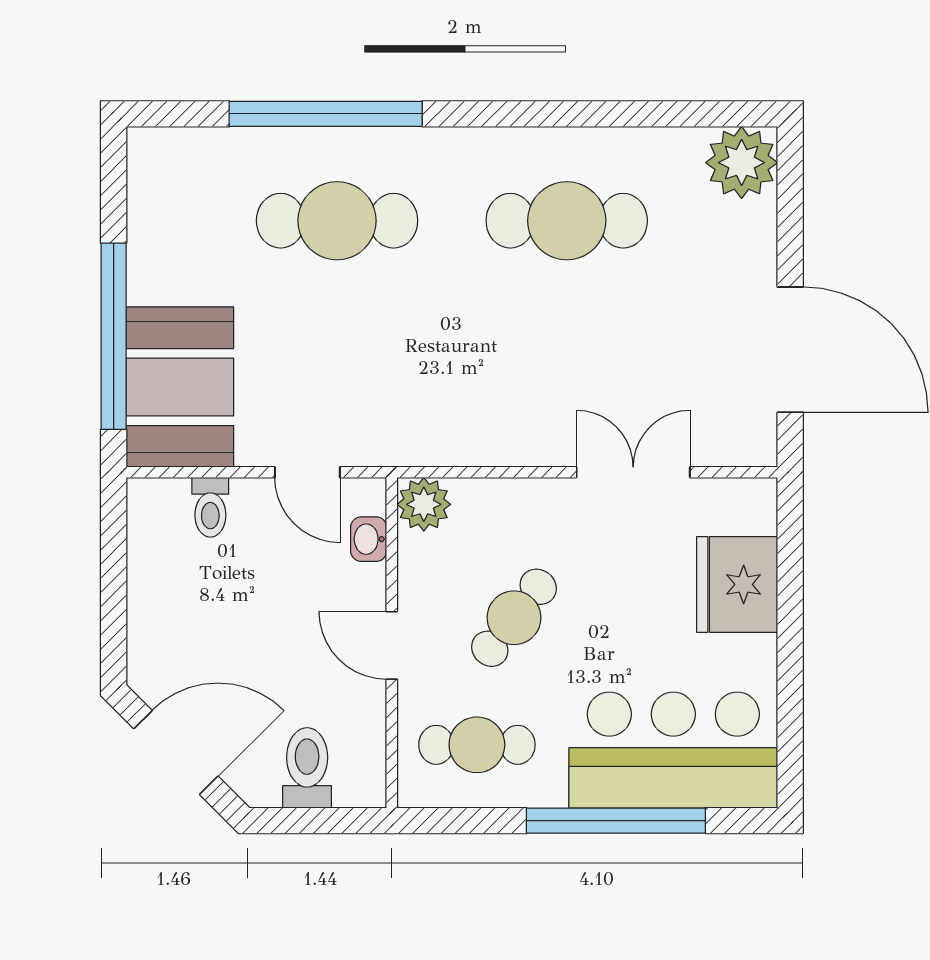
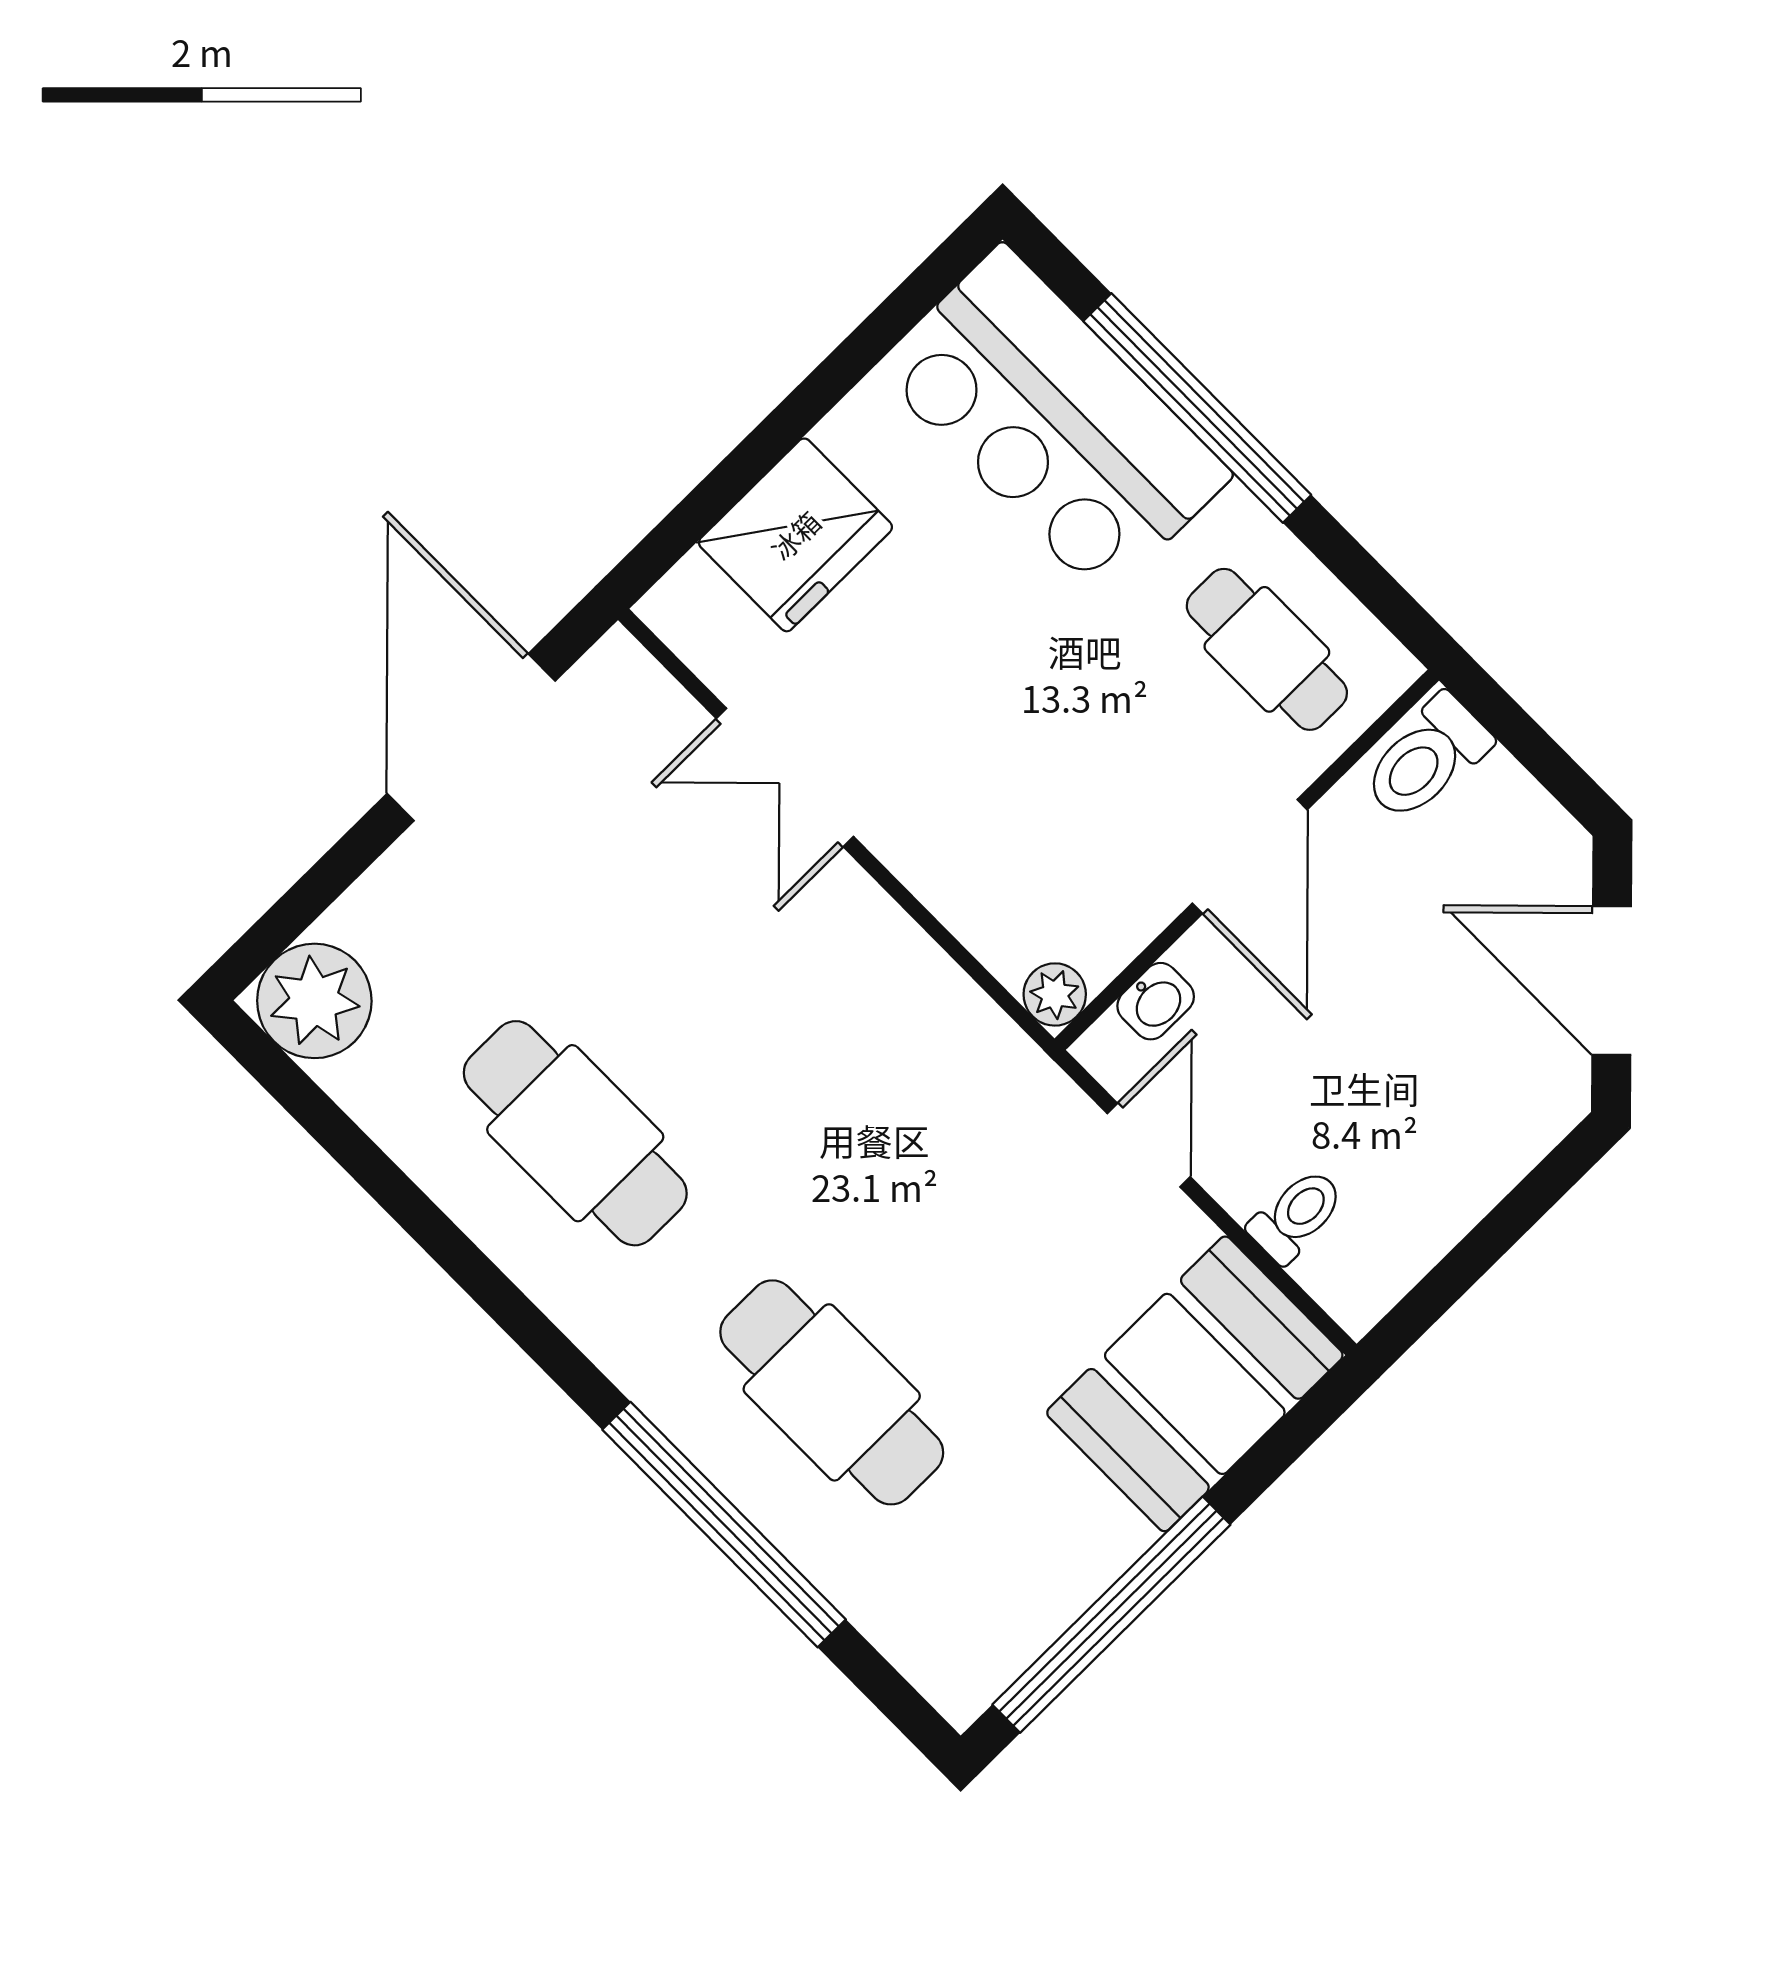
window: (114, 336) -> (1111, 1615), moved
plant: (424, 504) -> (1055, 994), width x0.73, depth x0.73
cafe table: (514, 618) -> (1082, 749), removed
door: (392, 645) -> (1250, 857), width x1.38
toilet: (307, 768) -> (1426, 759), moved

